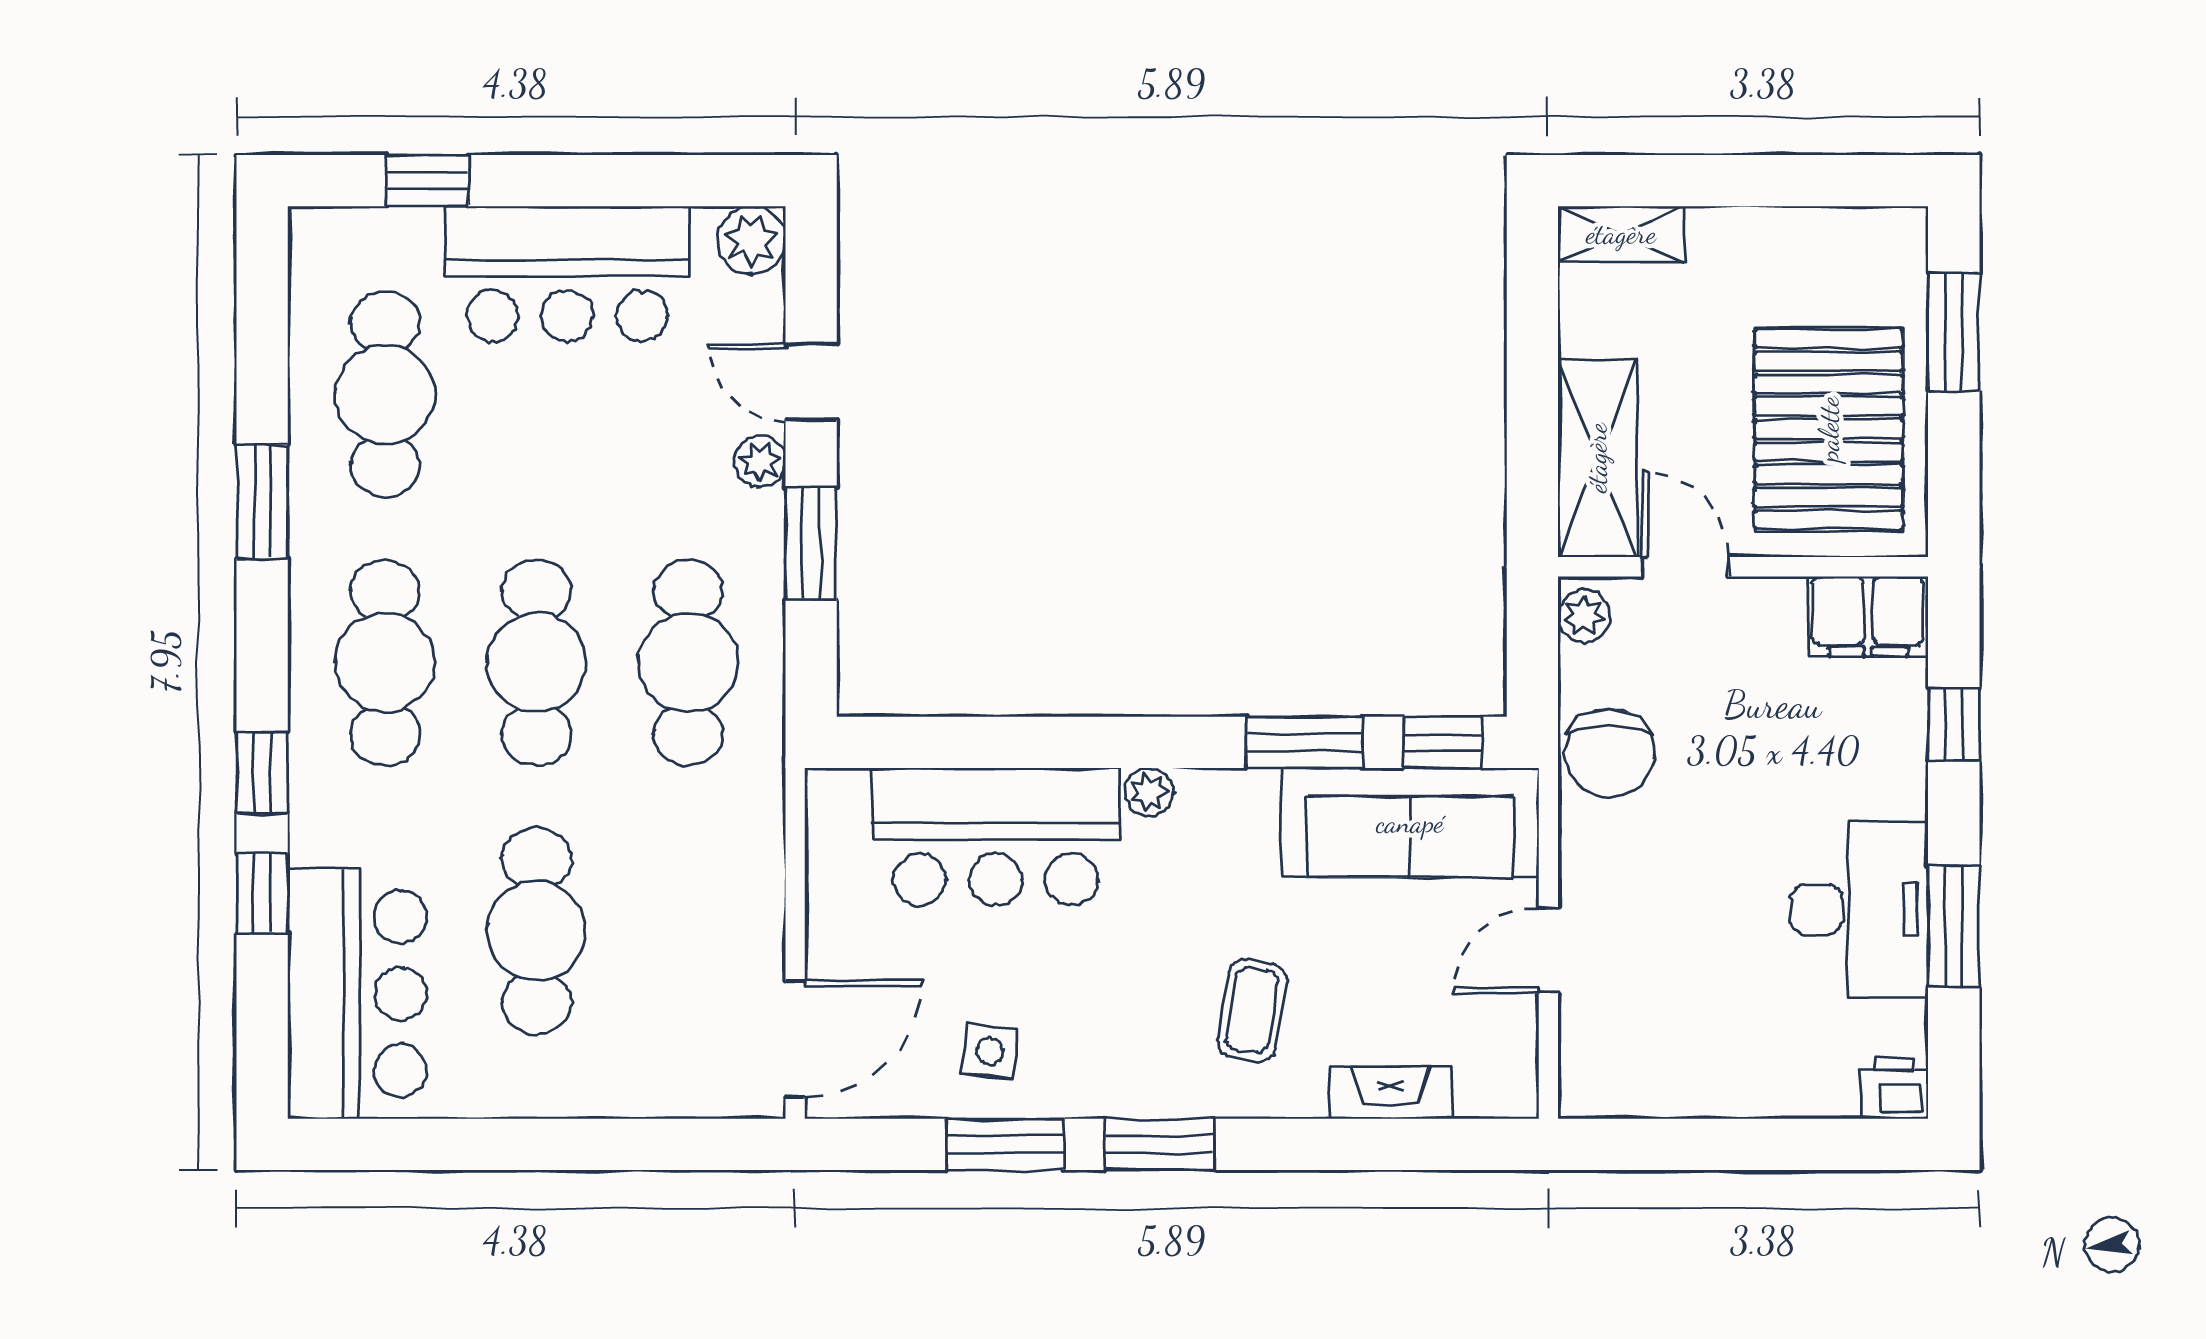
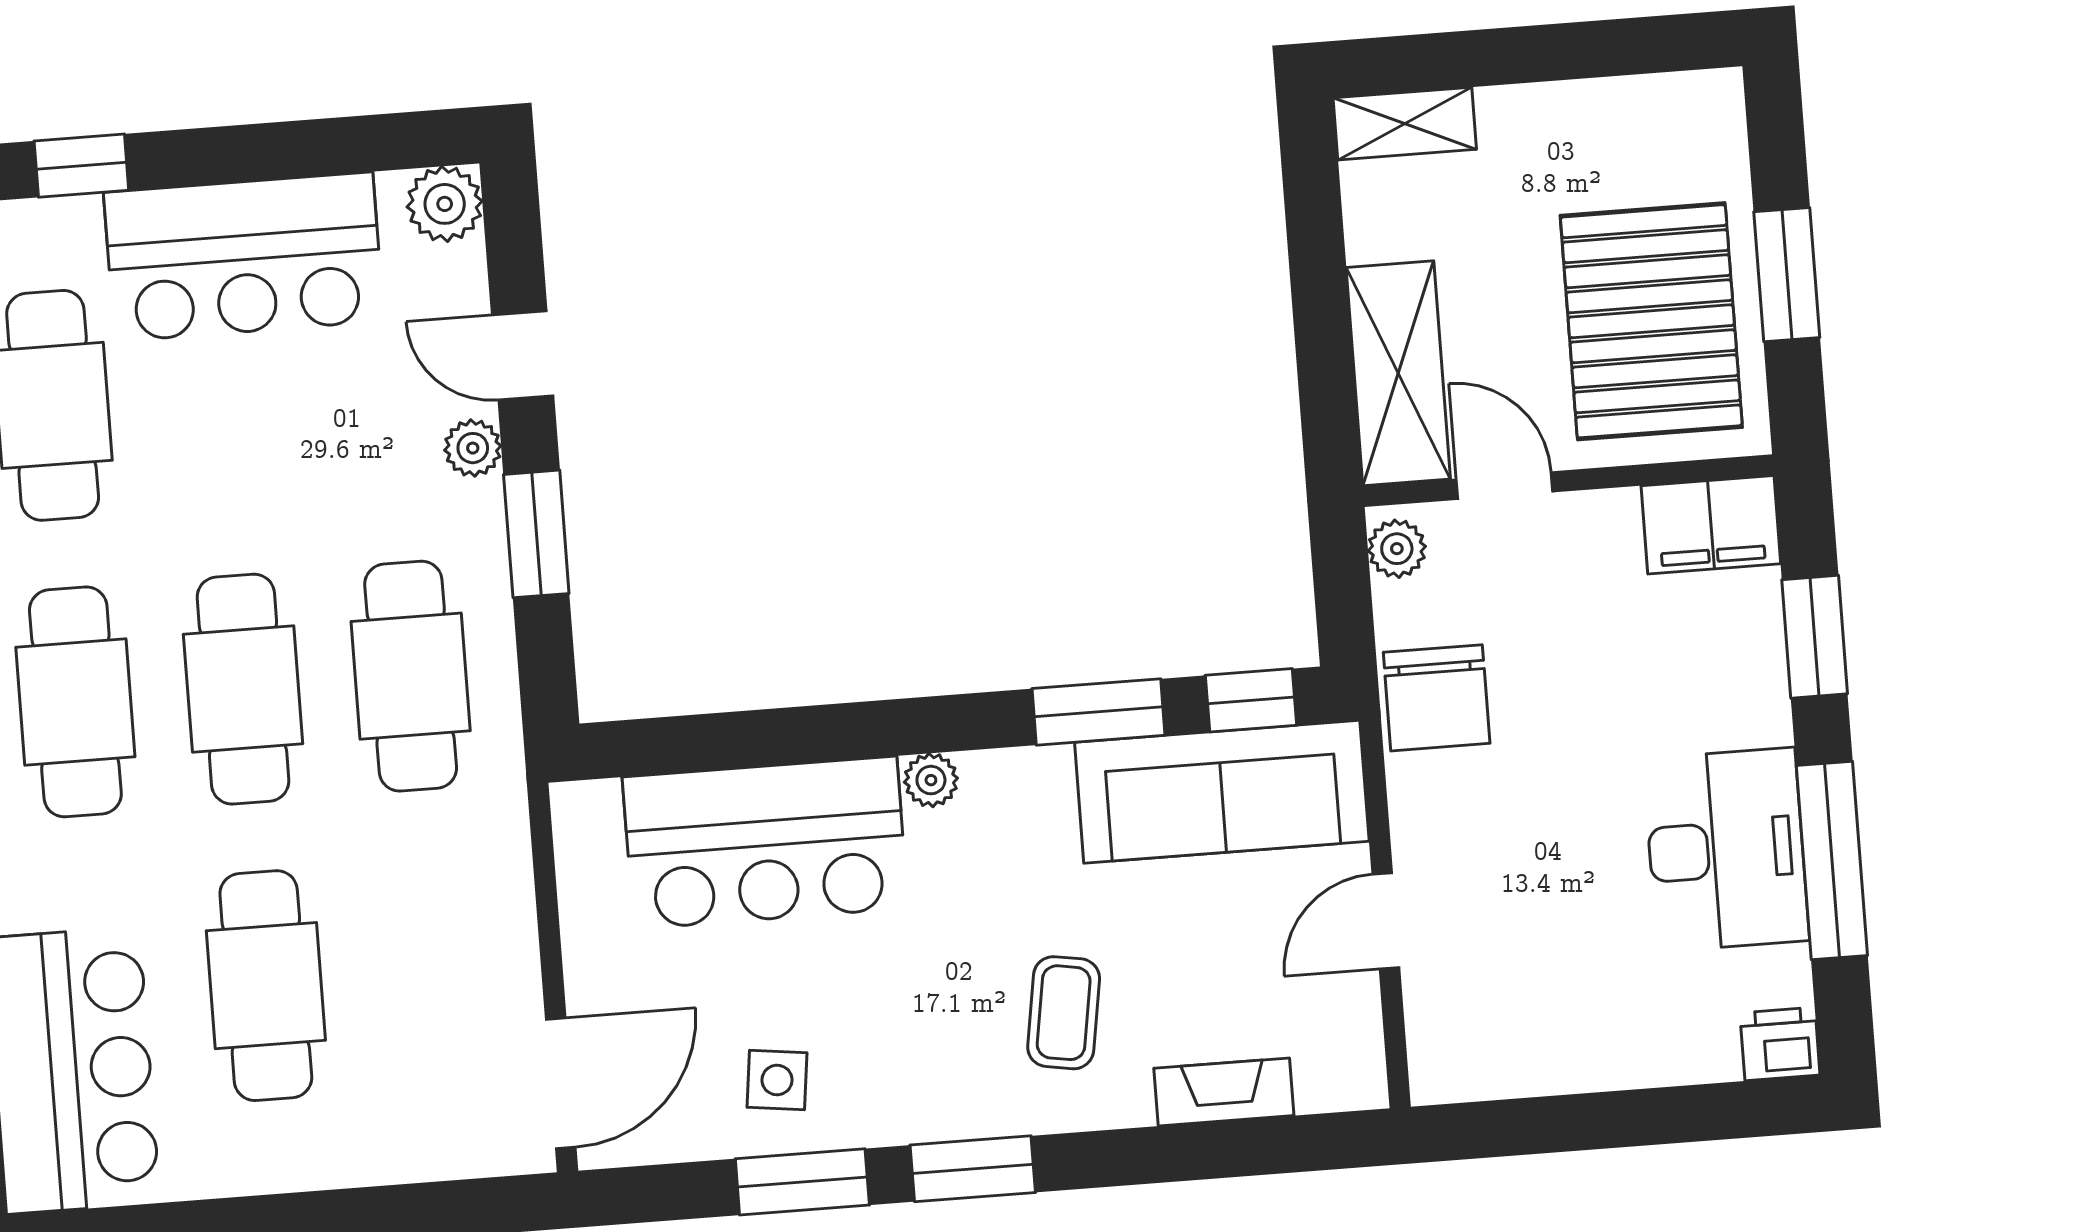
window: (1954, 332) -> (1787, 275), moved
window: (1954, 724) -> (1815, 637), width x1.50
window: (1954, 927) -> (1832, 860), width x1.44

